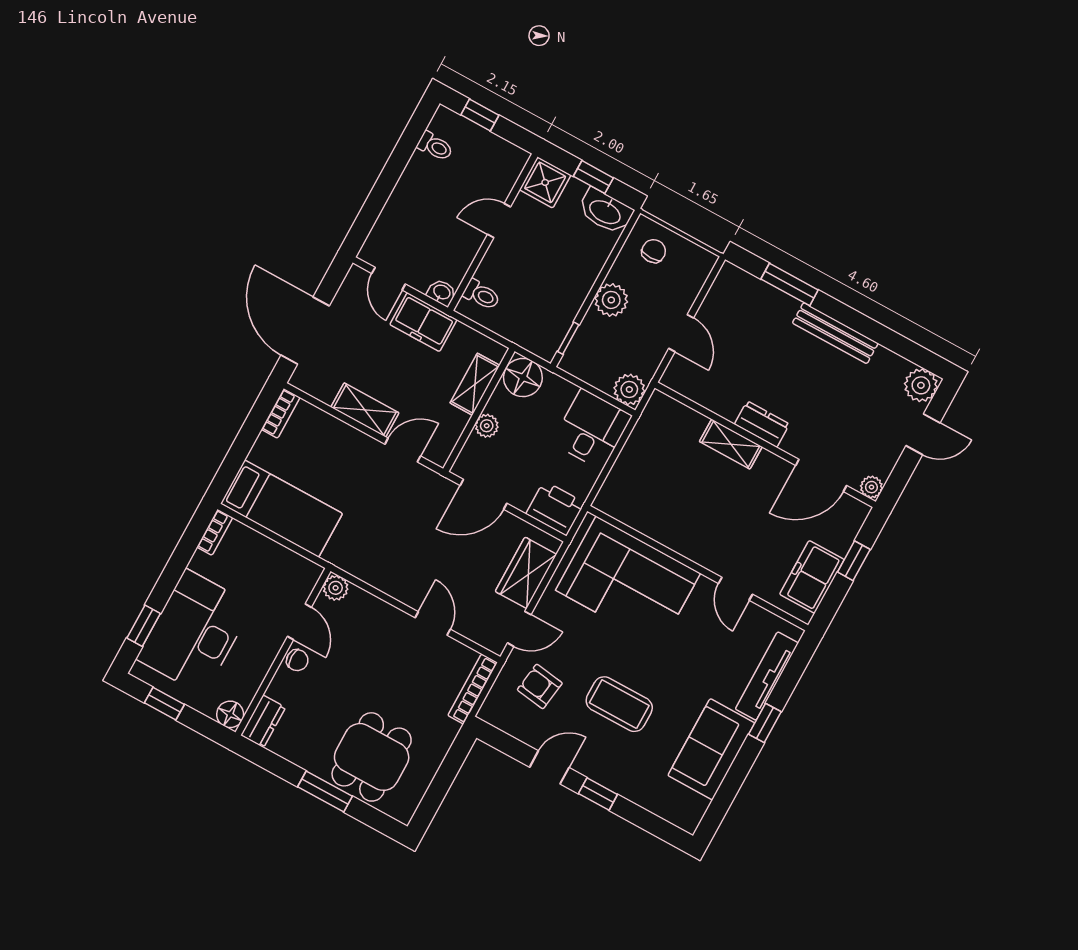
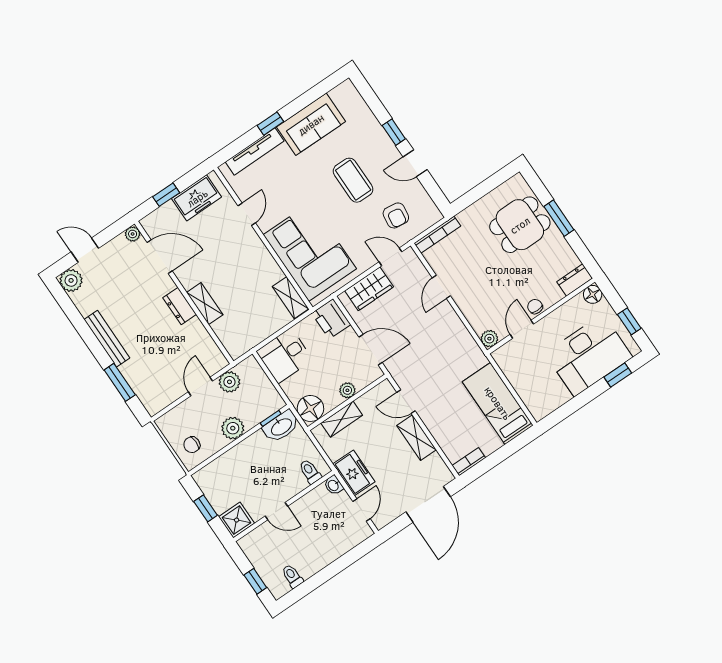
washbasin: (605, 211) -> (281, 426), moved, turned 90
plant: (629, 389) -> (229, 382), moved
shelving: (623, 509) -> (291, 298), added
bookcase: (215, 532) -> (546, 410), removed

